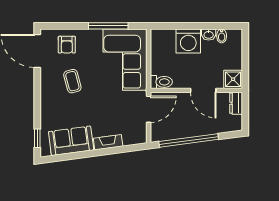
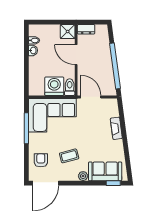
washing machine: (188, 41) -> (54, 86), moved, turned -90
armchair: (67, 45) -> (41, 160), turned -90
door: (203, 90) -> (76, 55), swing flipped
plant: (46, 99) -> (83, 176), added
sofa: (71, 141) -> (105, 171), moved, turned 98

